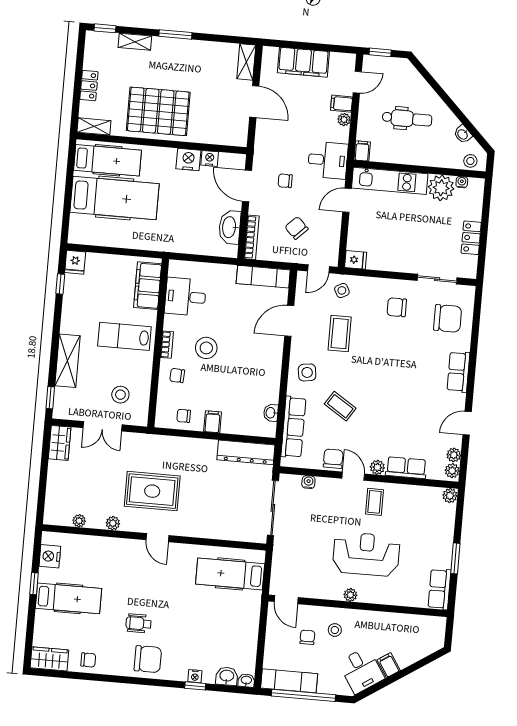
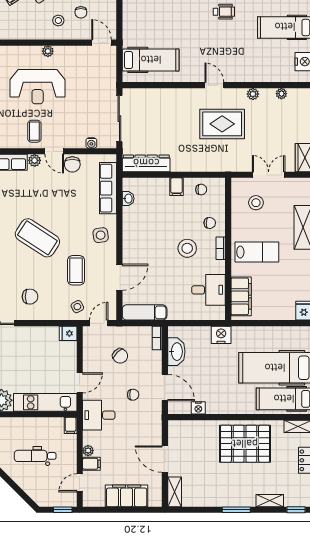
nightstand: (188, 159) -> (221, 335), moved, turned 180
bookcase: (252, 237) -> (157, 338), width x0.64
coffee table: (340, 406) -> (37, 238), moved, width x1.86, depth x1.72

